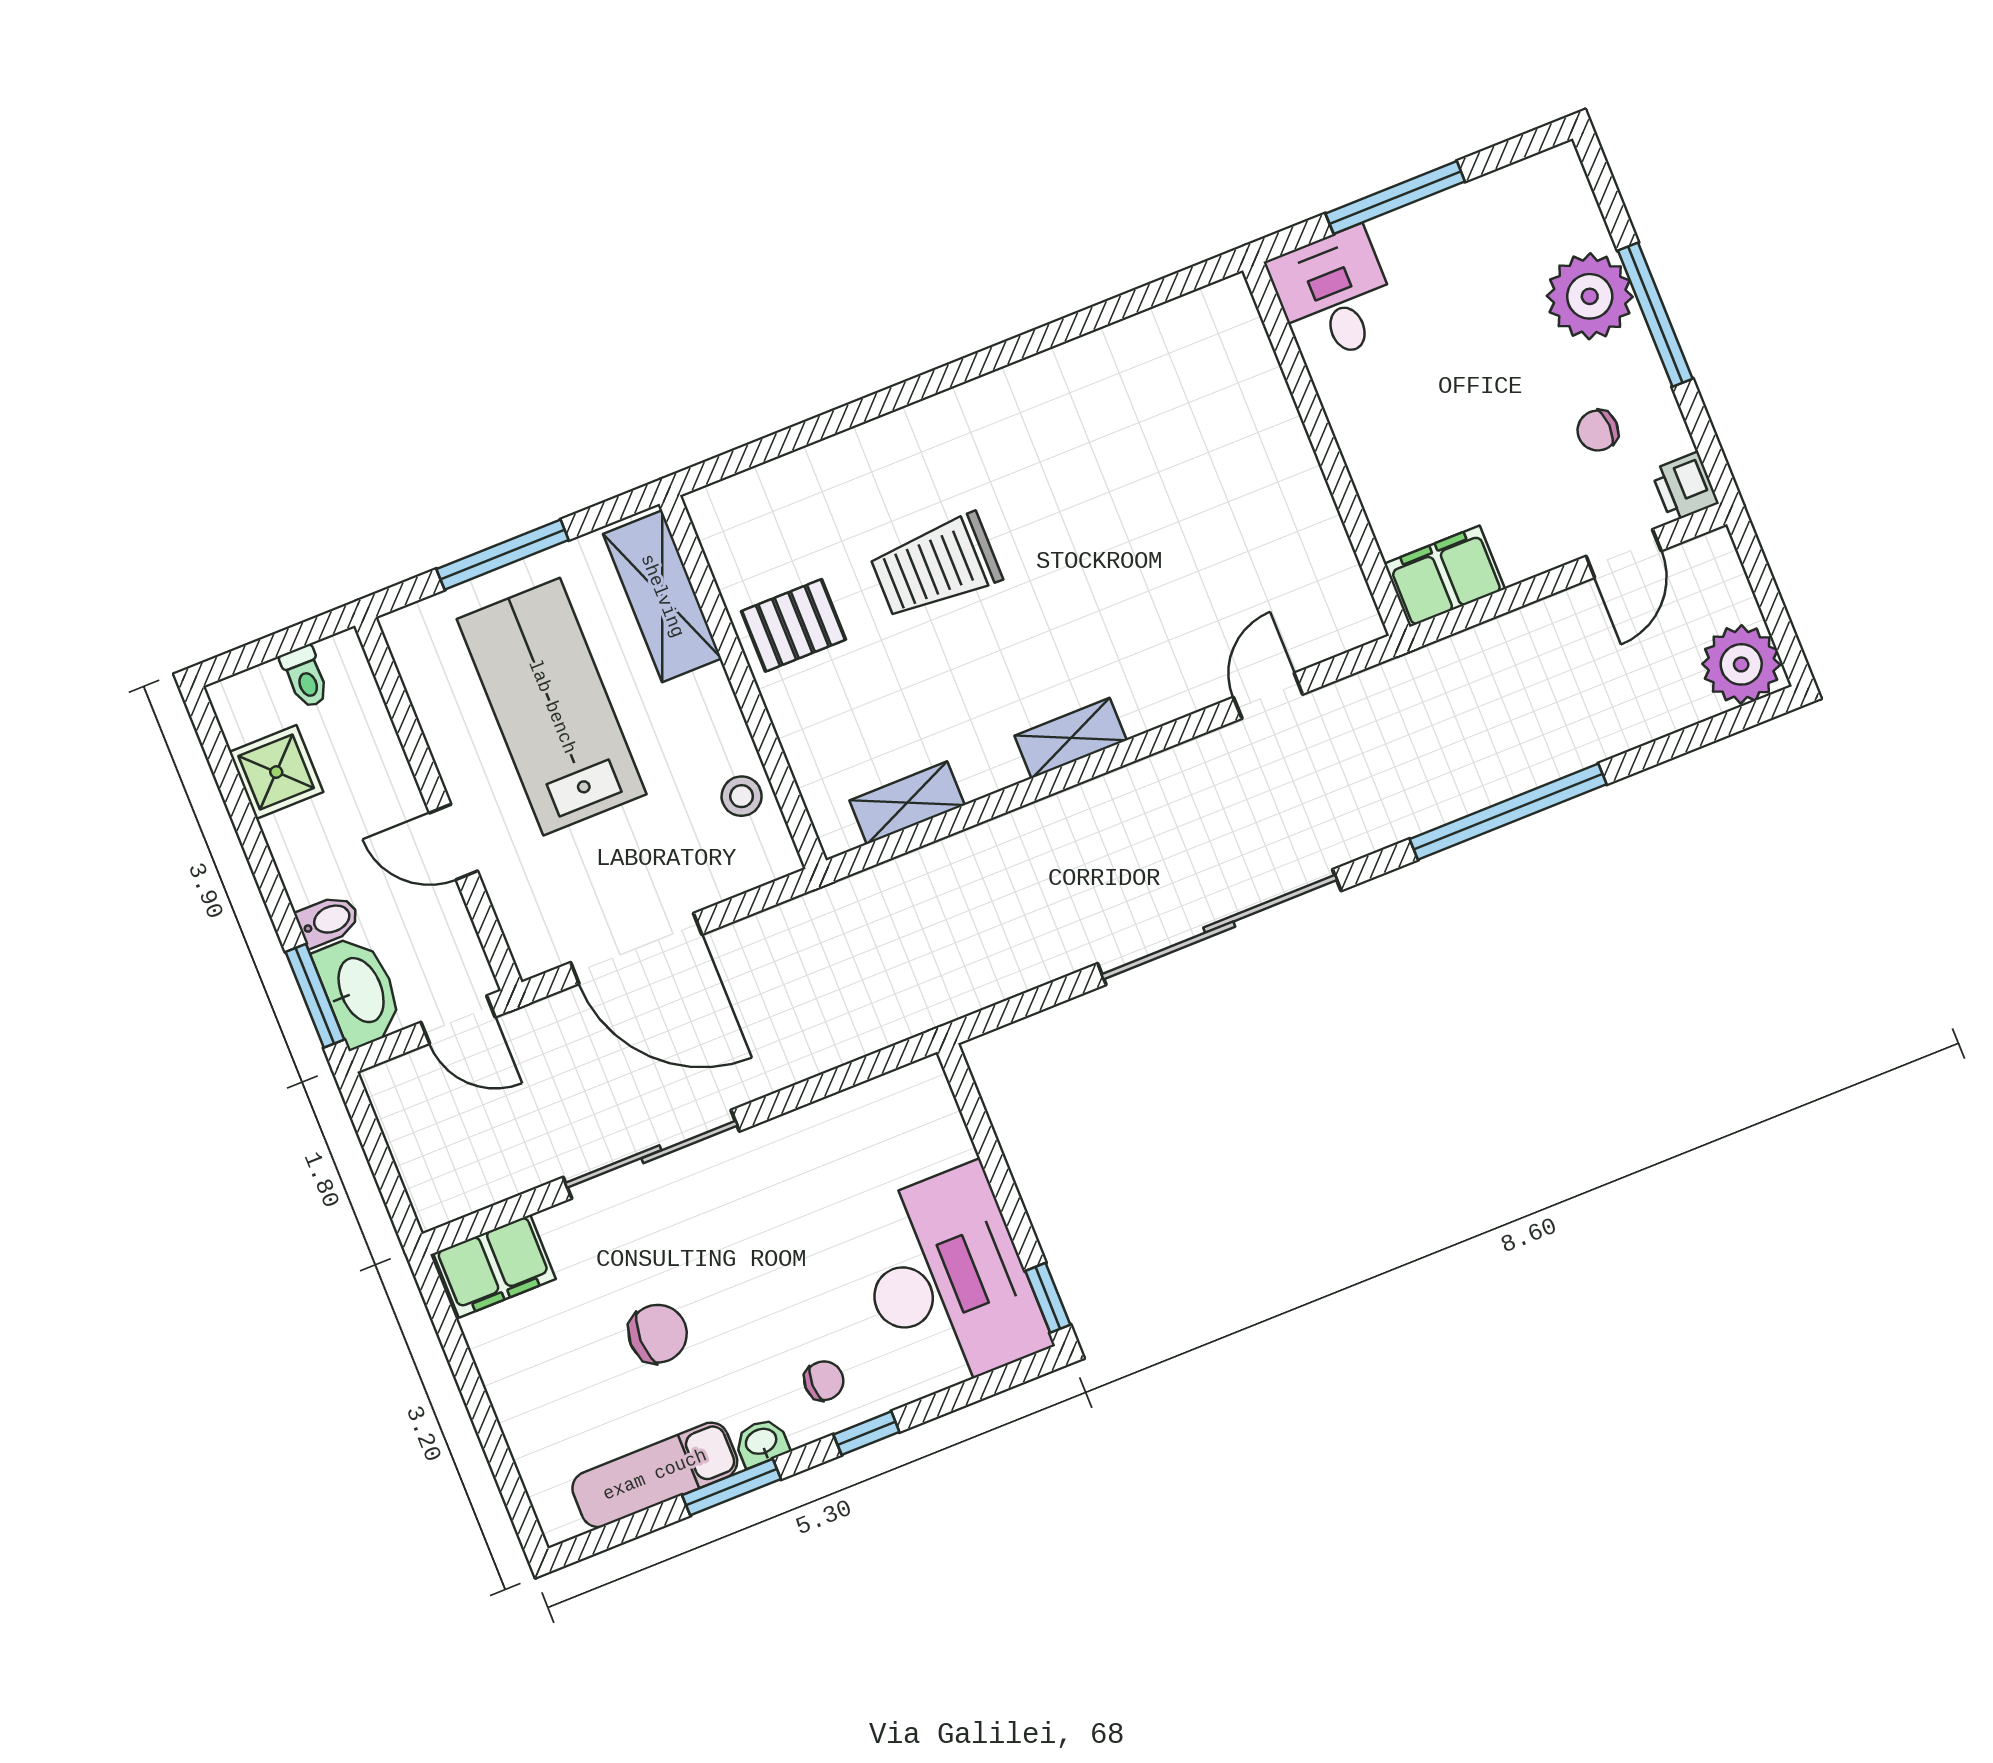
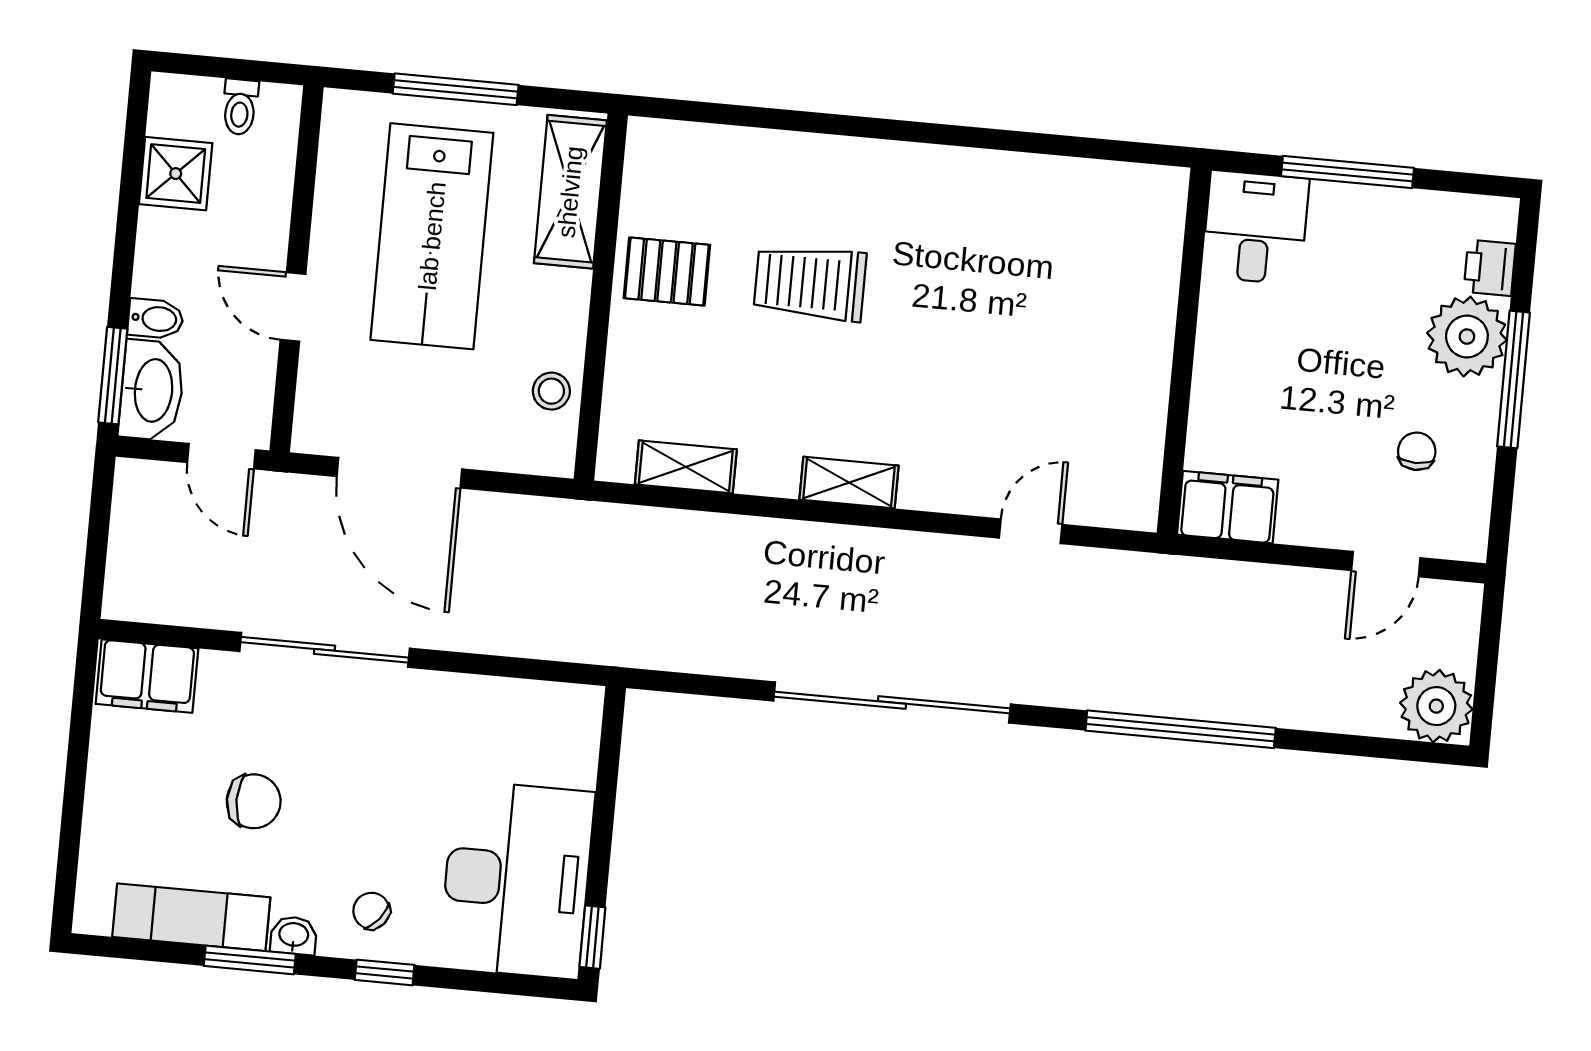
chair: (1598, 431) -> (1417, 451), turned 92
printer: (1685, 487) -> (1490, 268), moved
lab bench: (552, 707) -> (432, 236), turned 180
chair: (824, 1381) -> (371, 911), turned -141

